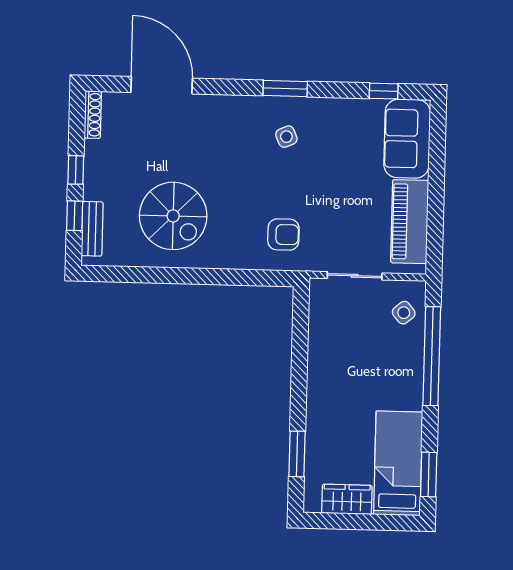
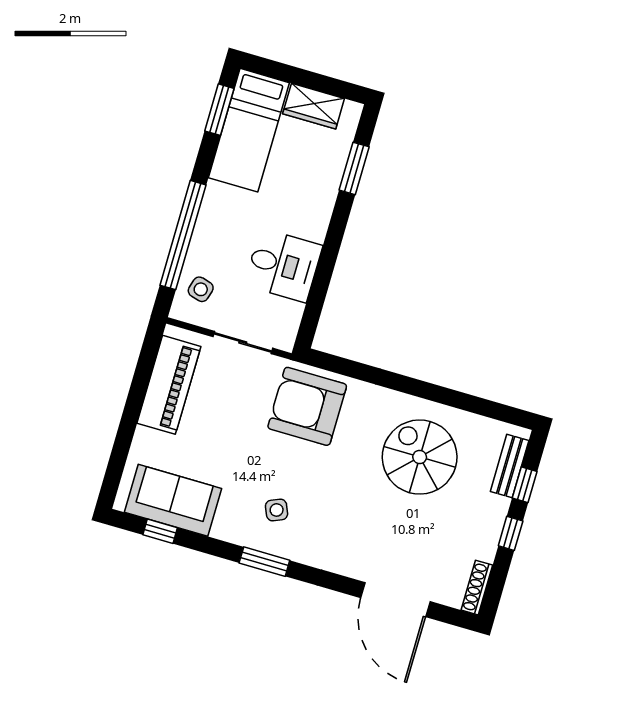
sofa: (407, 139) -> (173, 500), moved, turned -90
armchair: (283, 235) -> (307, 406), width x1.88, depth x1.88
side table: (404, 313) -> (201, 289), turned -34
desk: (337, 353) -> (283, 265), added

